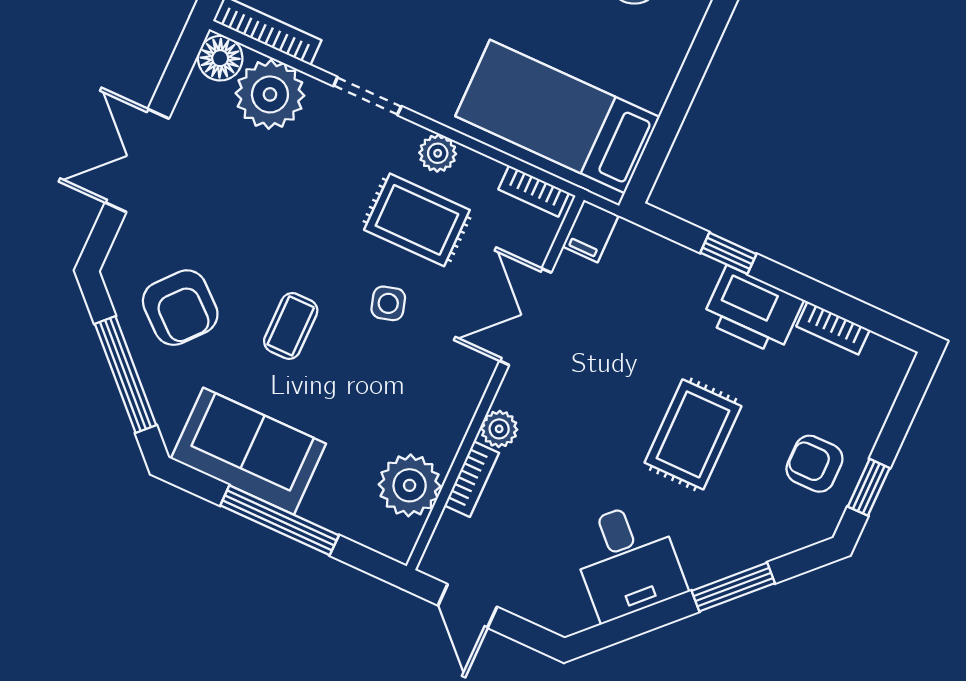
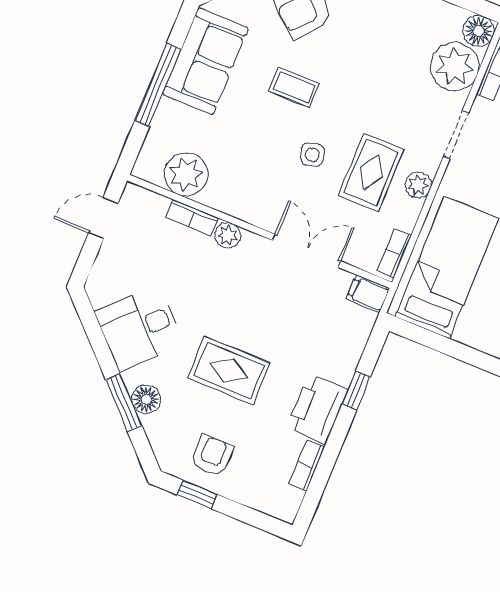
floor lamp: (730, 555) -> (146, 399), added

